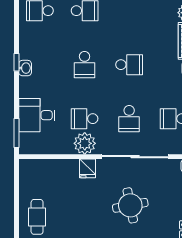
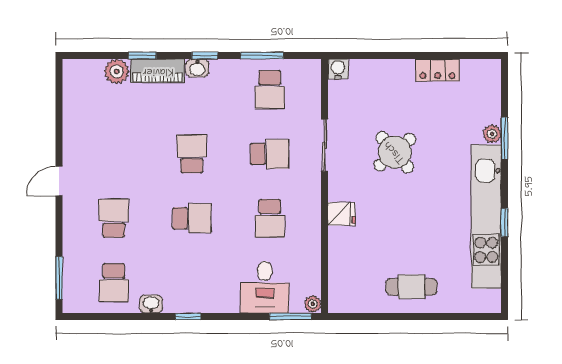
washbasin: (25, 68) -> (151, 304), moved
plant: (85, 143) -> (313, 304), moved, width x0.53, depth x0.53
sliding door: (135, 157) -> (325, 145), width x0.54
round table: (130, 205) -> (395, 152), turned -30

